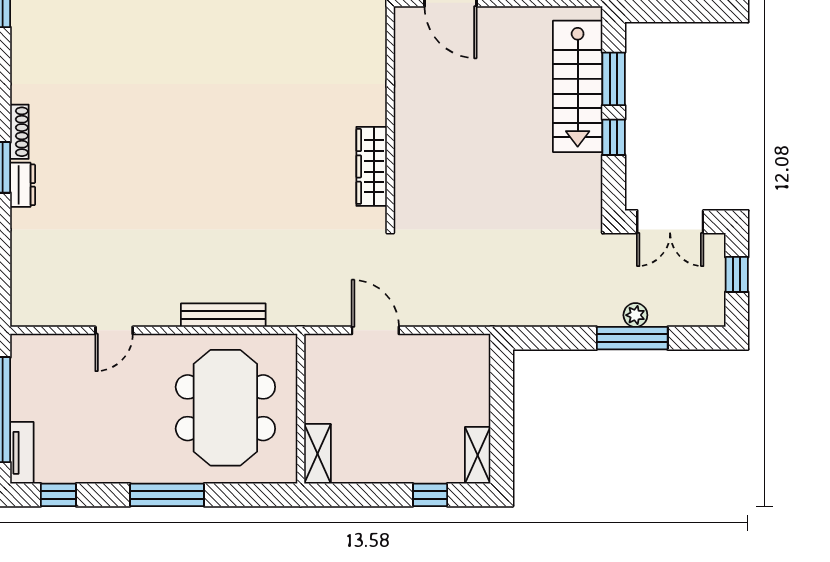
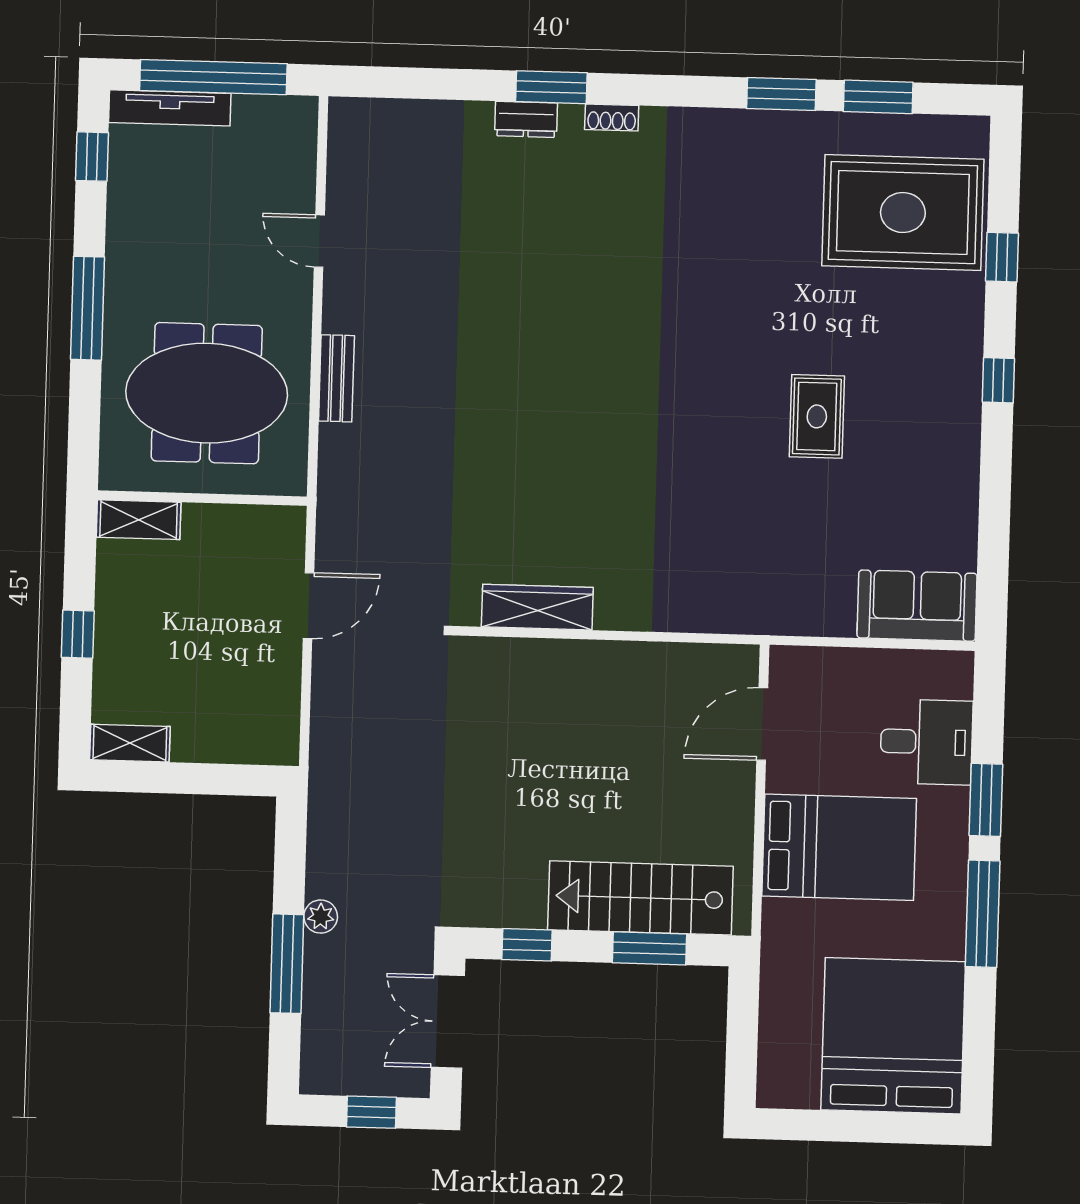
shoe rack: (19, 132) -> (612, 118), width x0.70
window: (614, 137) -> (527, 945), moved
bench: (223, 315) -> (336, 378), width x0.73
plant: (635, 315) -> (321, 917), moved
tv unit: (22, 453) -> (170, 108), width x1.41
window: (430, 495) -> (78, 634), moved

